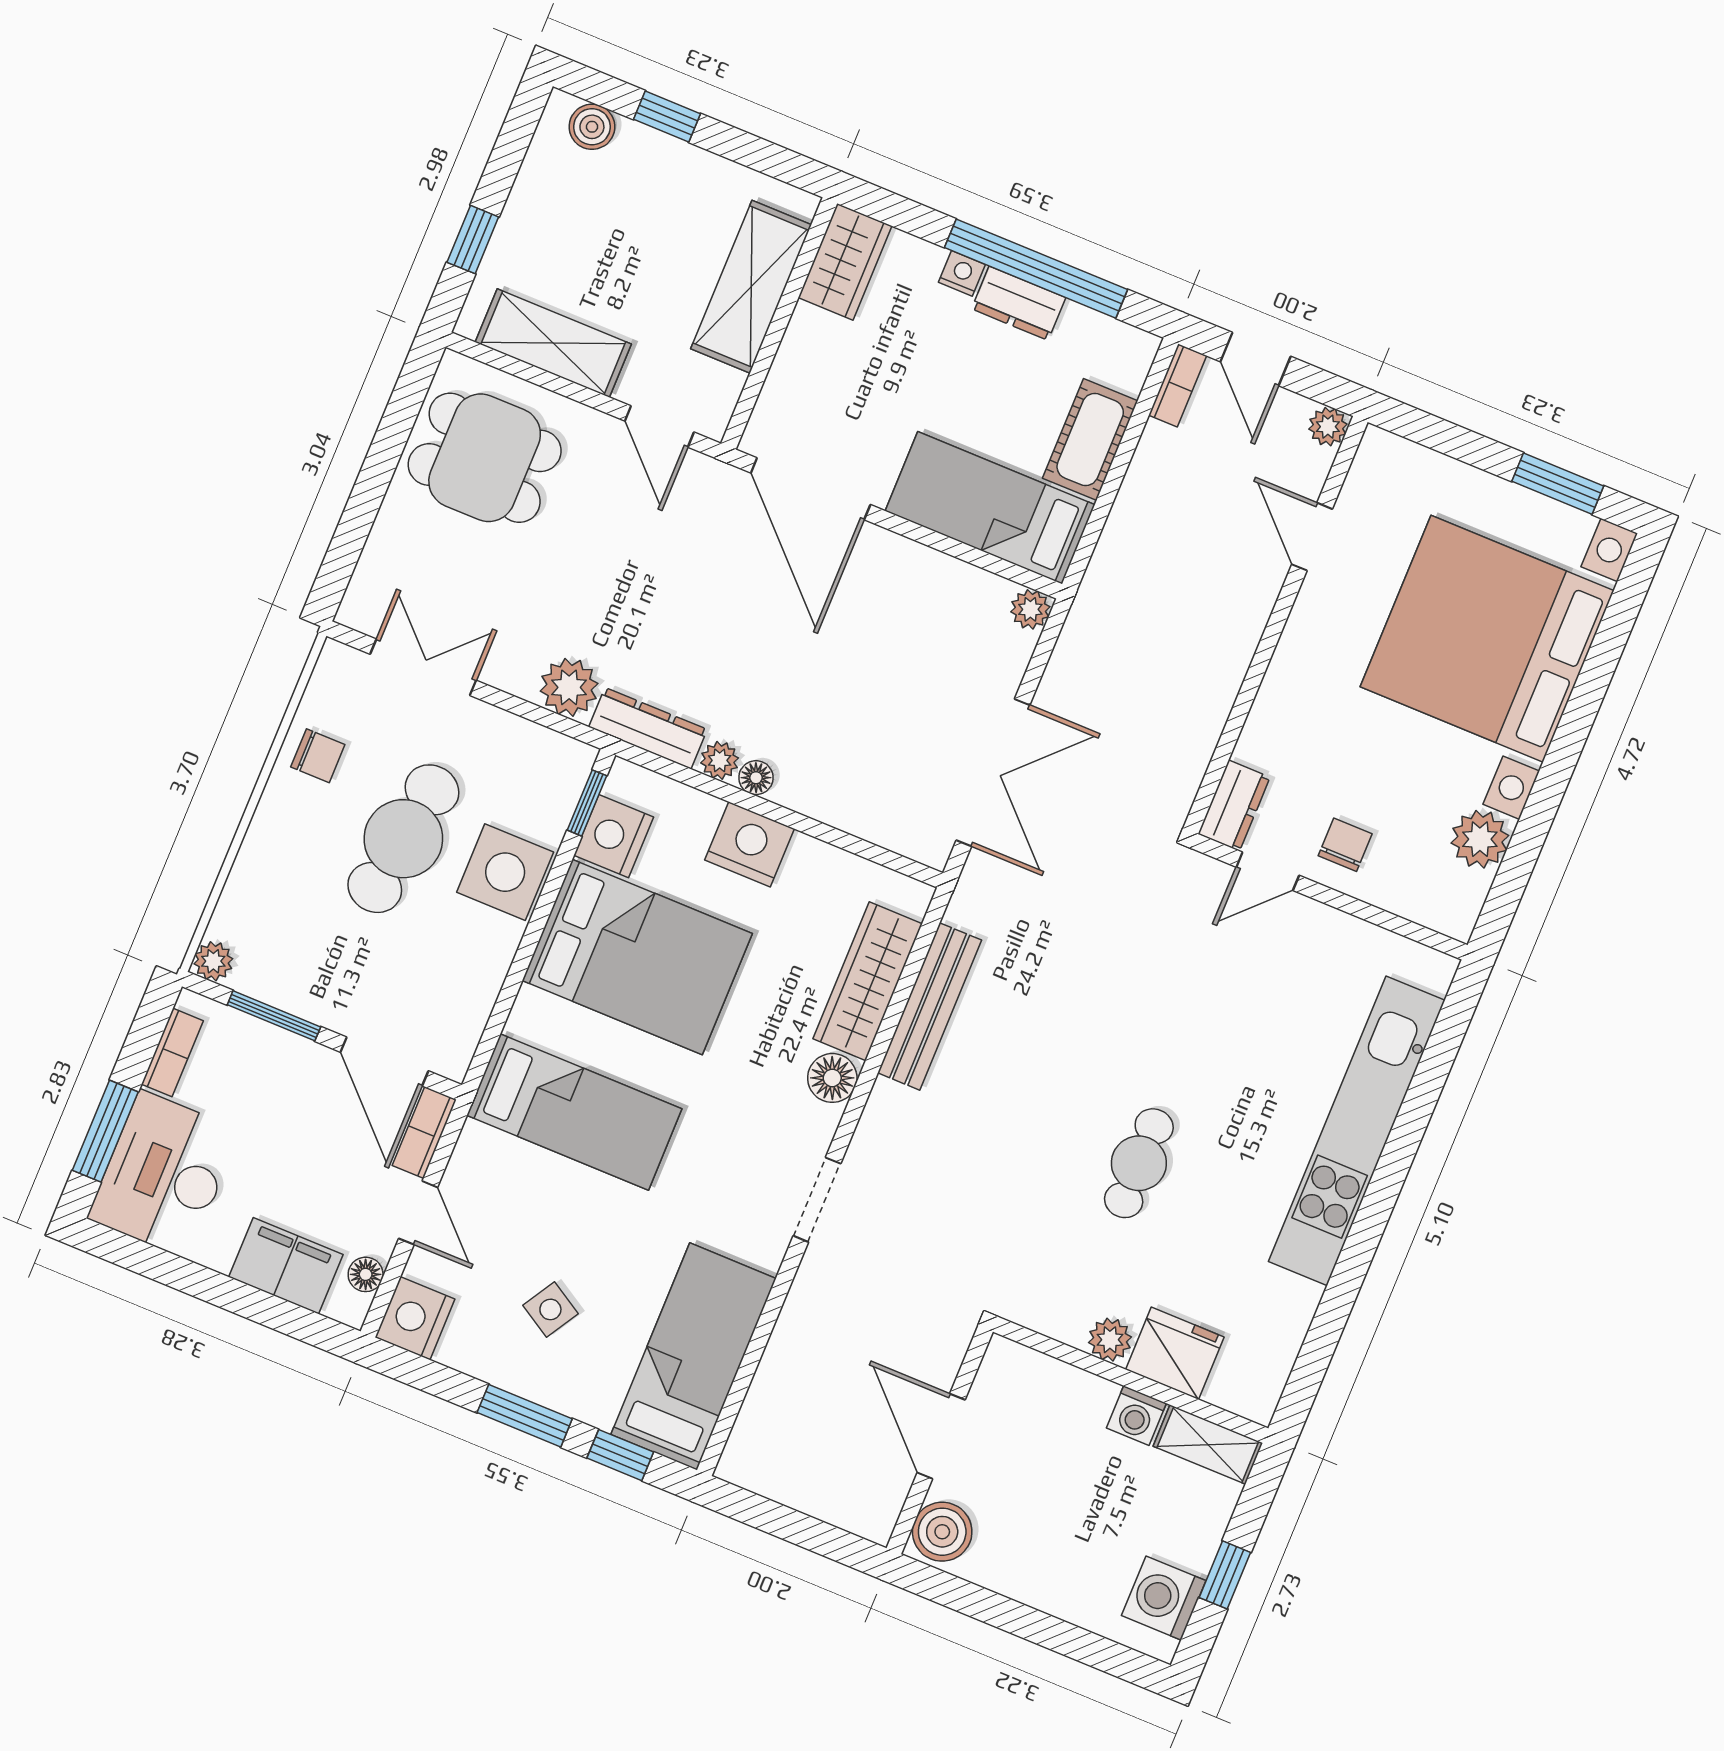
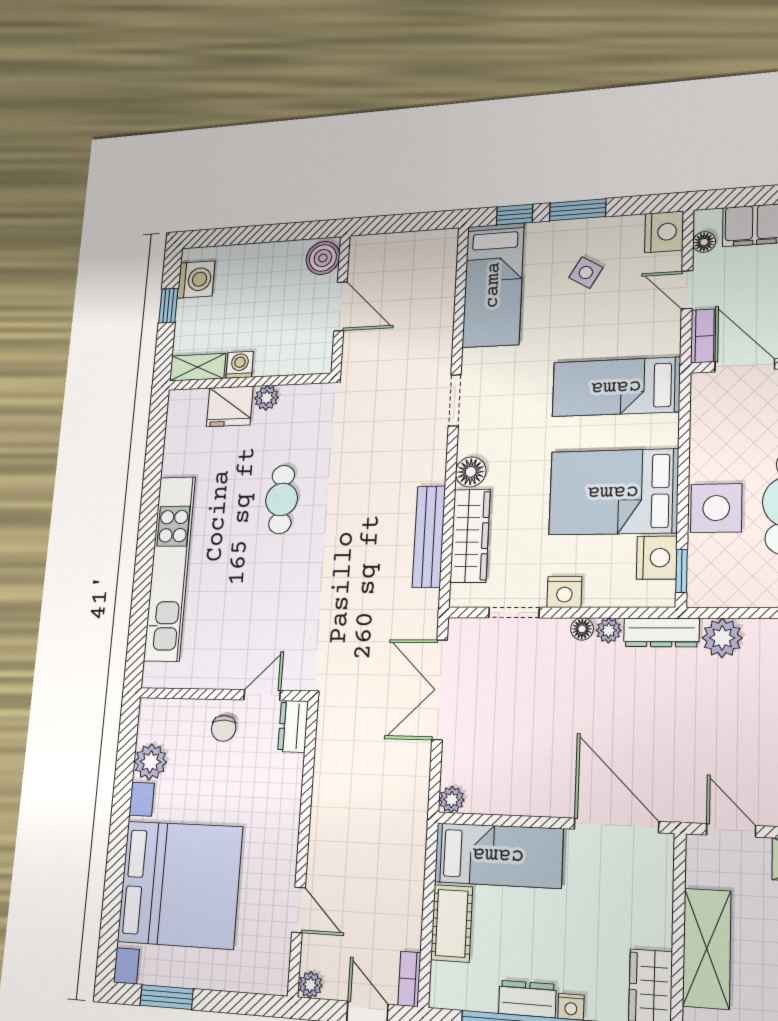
doorway: (845, 841) -> (514, 613), added
nightstand: (750, 844) -> (564, 592), width x0.74, depth x0.75

